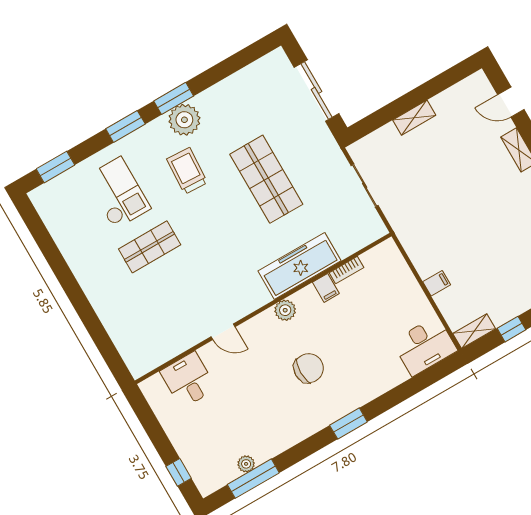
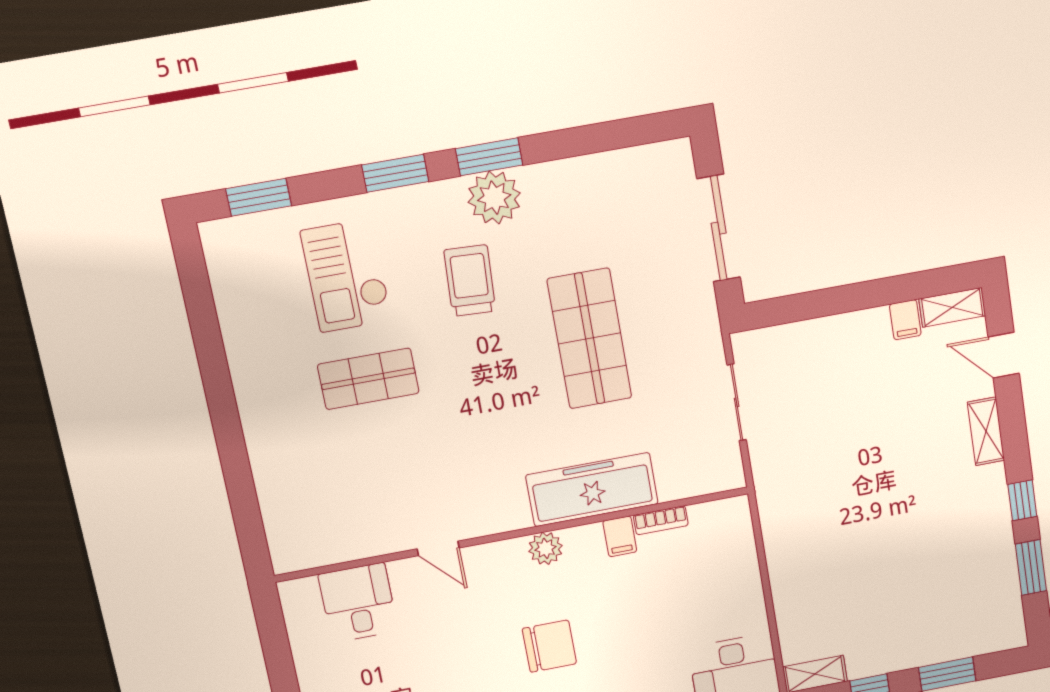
shelving: (414, 118) -> (952, 307), moved
checkout: (118, 193) -> (346, 276), turned 180
filing cabinet: (437, 283) -> (905, 320), moved, turned 90

